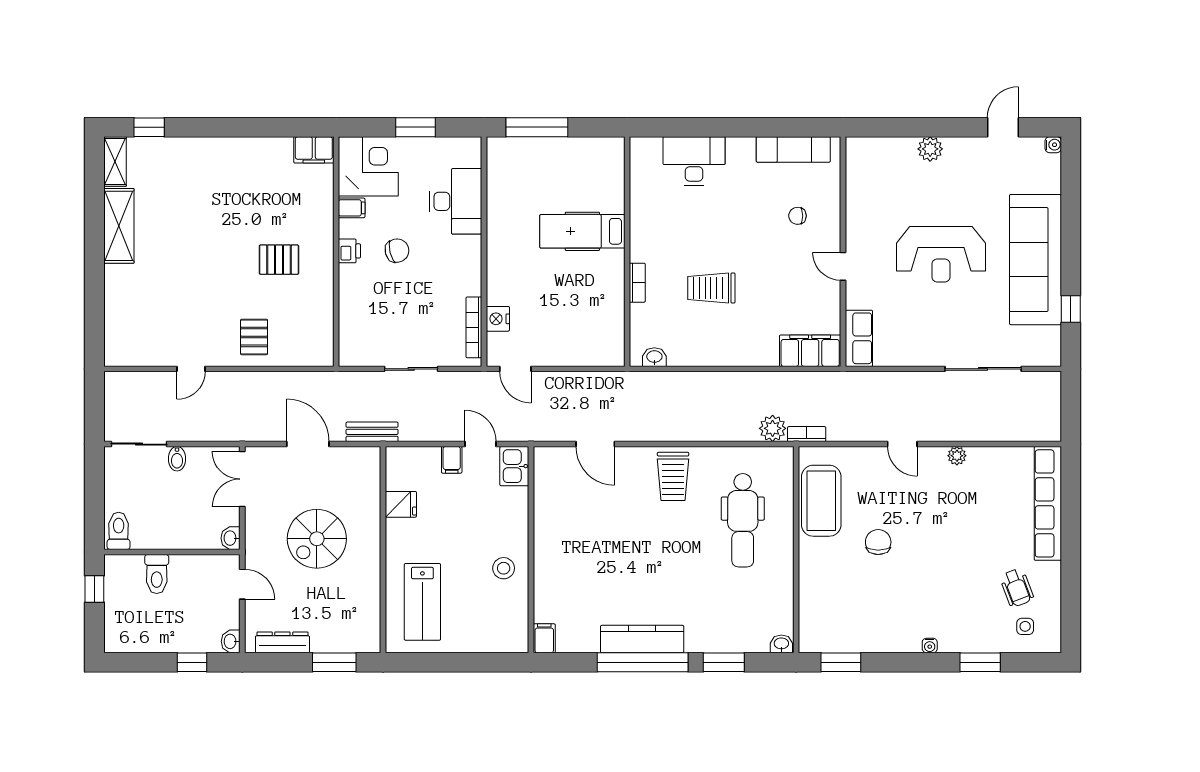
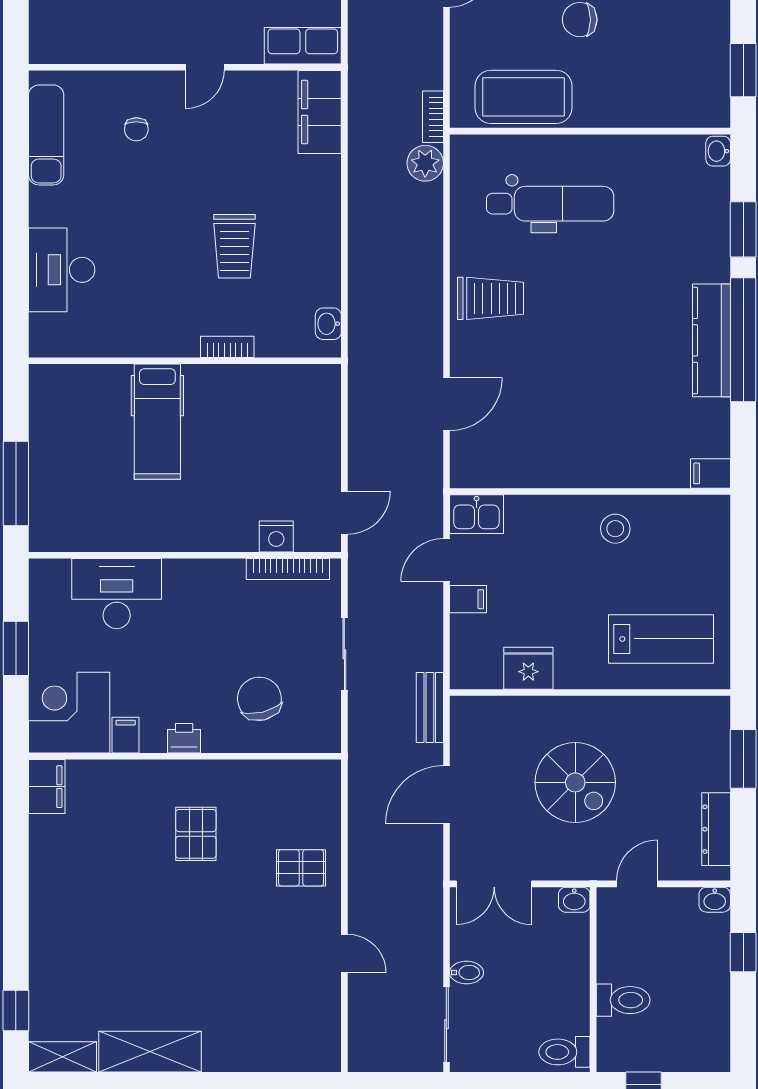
chair: (397, 251) -> (259, 699), moved, width x1.37, depth x1.37
fridge: (401, 504) -> (528, 668), width x1.38

